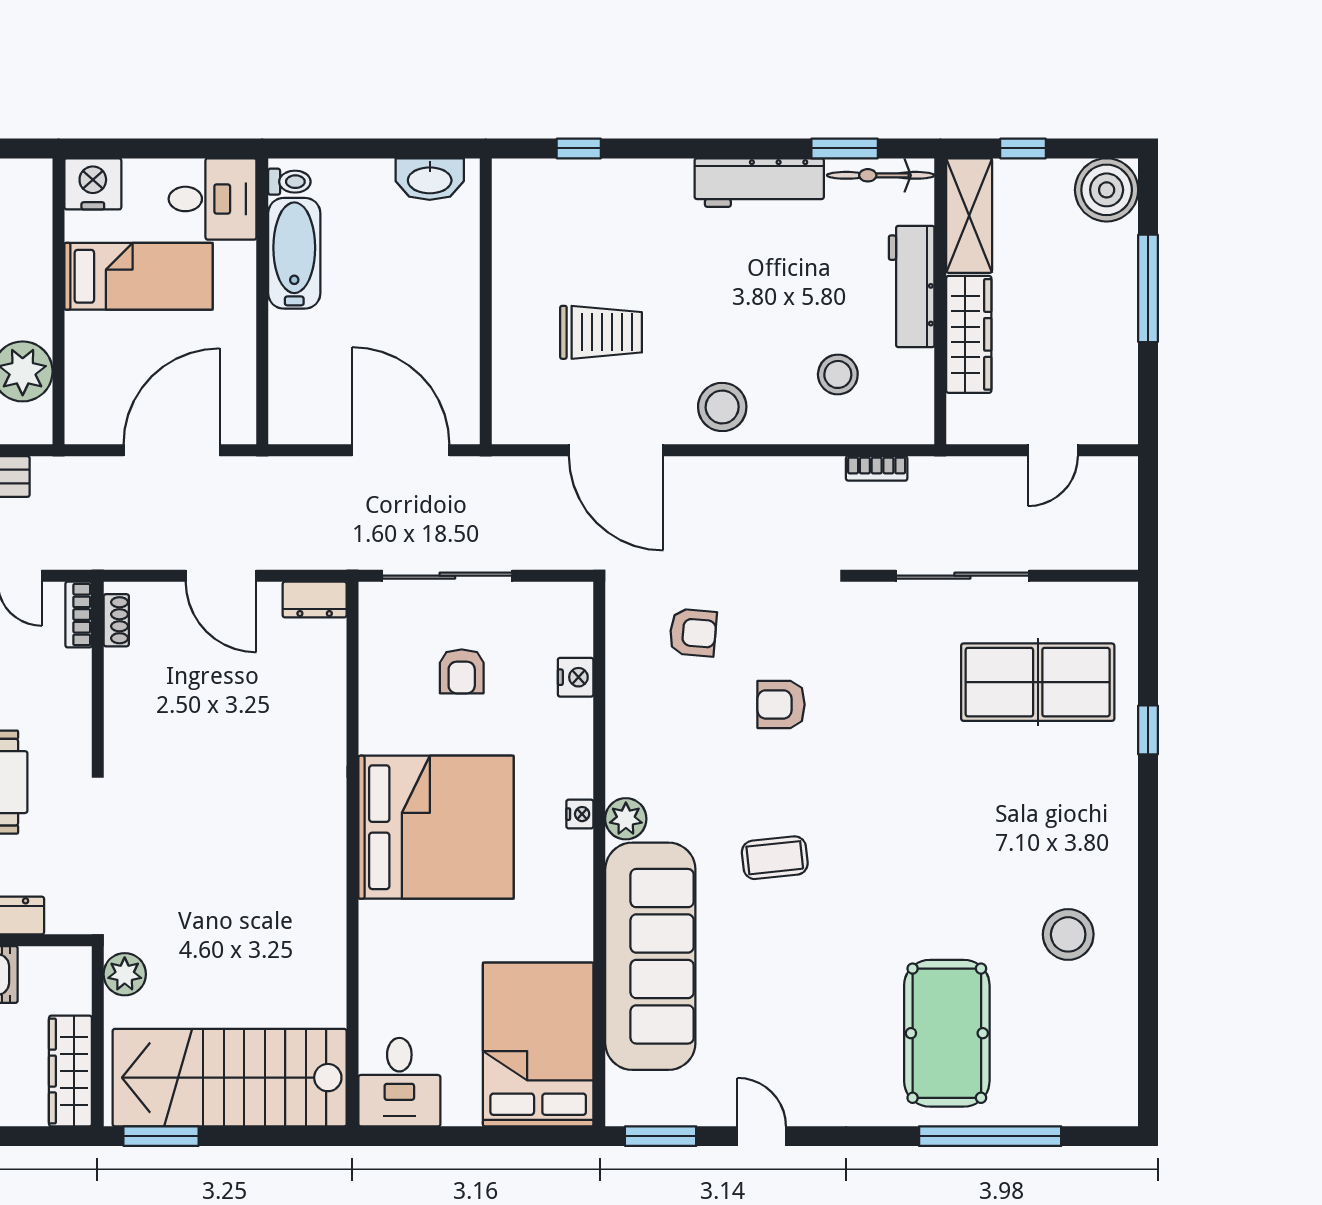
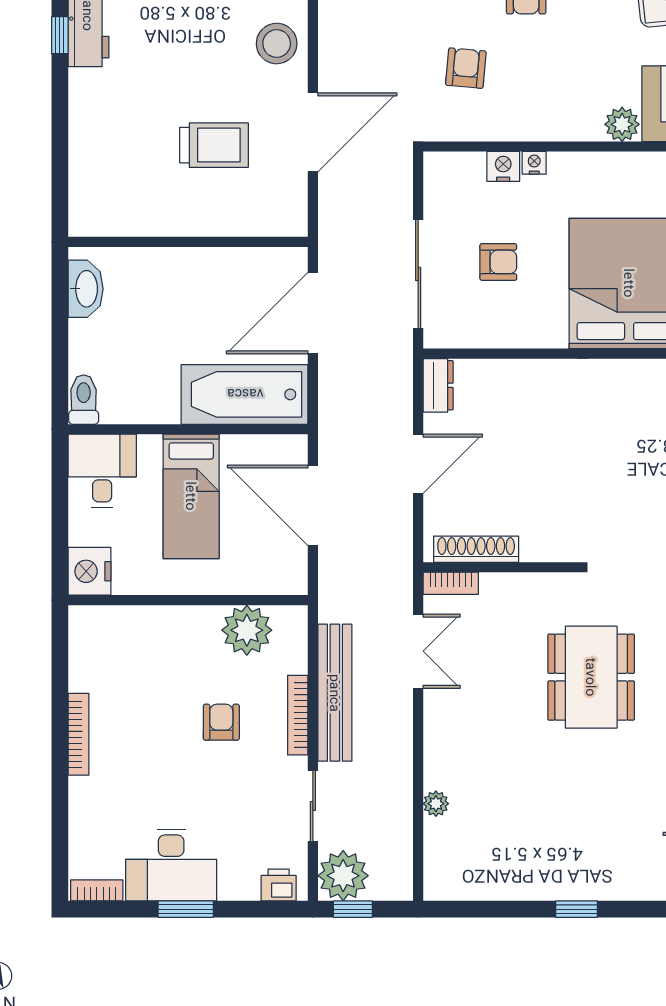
window: (579, 148) -> (60, 35), moved
toilet: (289, 182) -> (84, 400), width x1.37, depth x1.39
bathtub: (294, 253) -> (245, 394), moved, width x1.36, depth x1.36
bed: (139, 276) -> (191, 496), moved, turned 180
trolley: (601, 332) -> (214, 145), turned 90
shoe rack: (116, 620) -> (476, 549), width x1.94, depth x1.24
nightstand: (580, 814) -> (534, 163), moved

